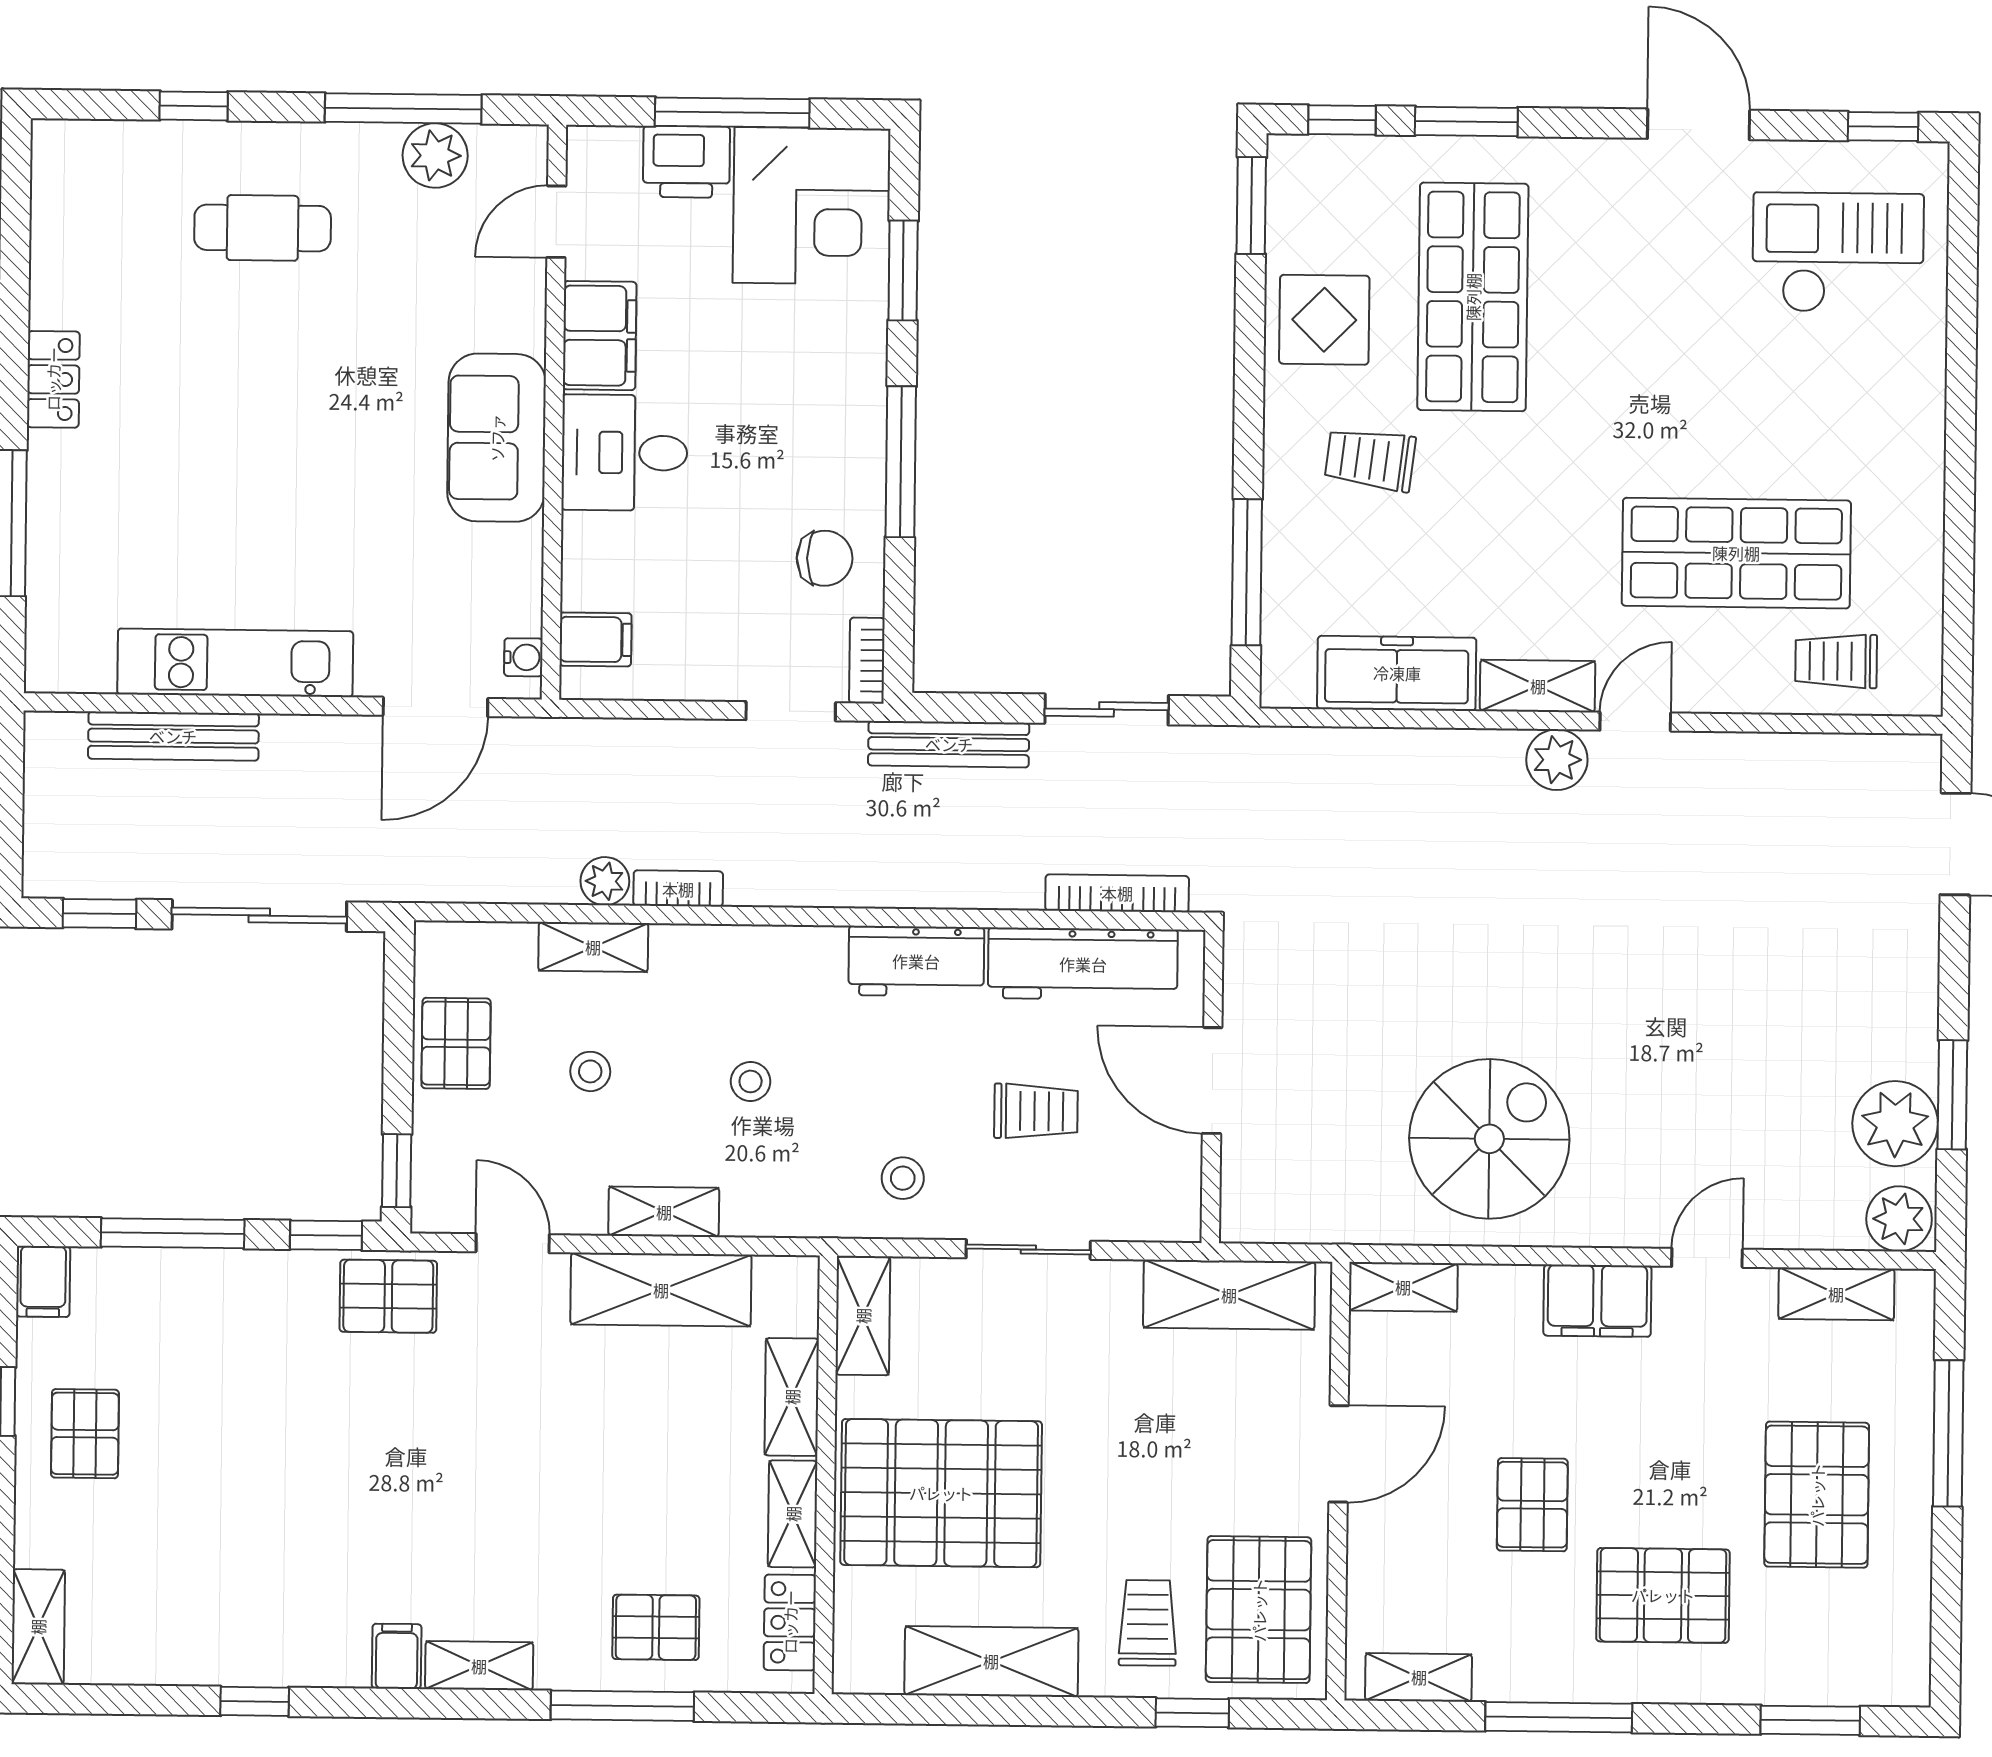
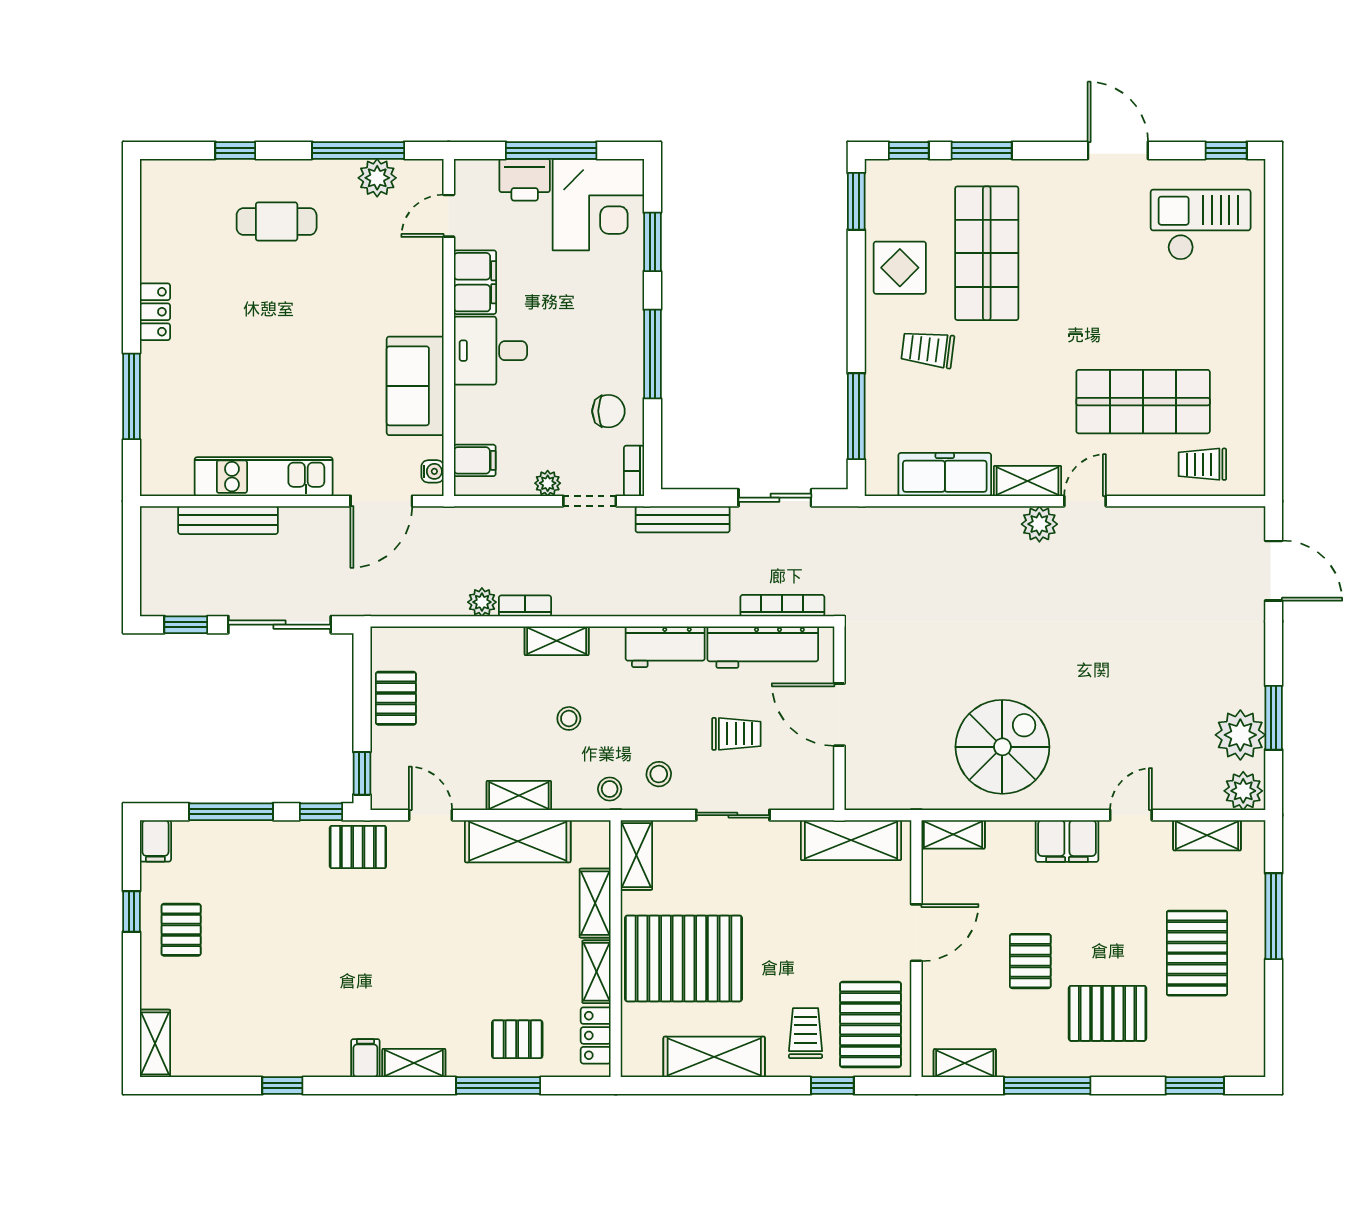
sofa: (497, 438) -> (415, 386), moved
plant: (719, 680) -> (548, 483), added
shelving: (593, 947) -> (557, 641), moved
stool: (590, 1071) -> (610, 789), moved

